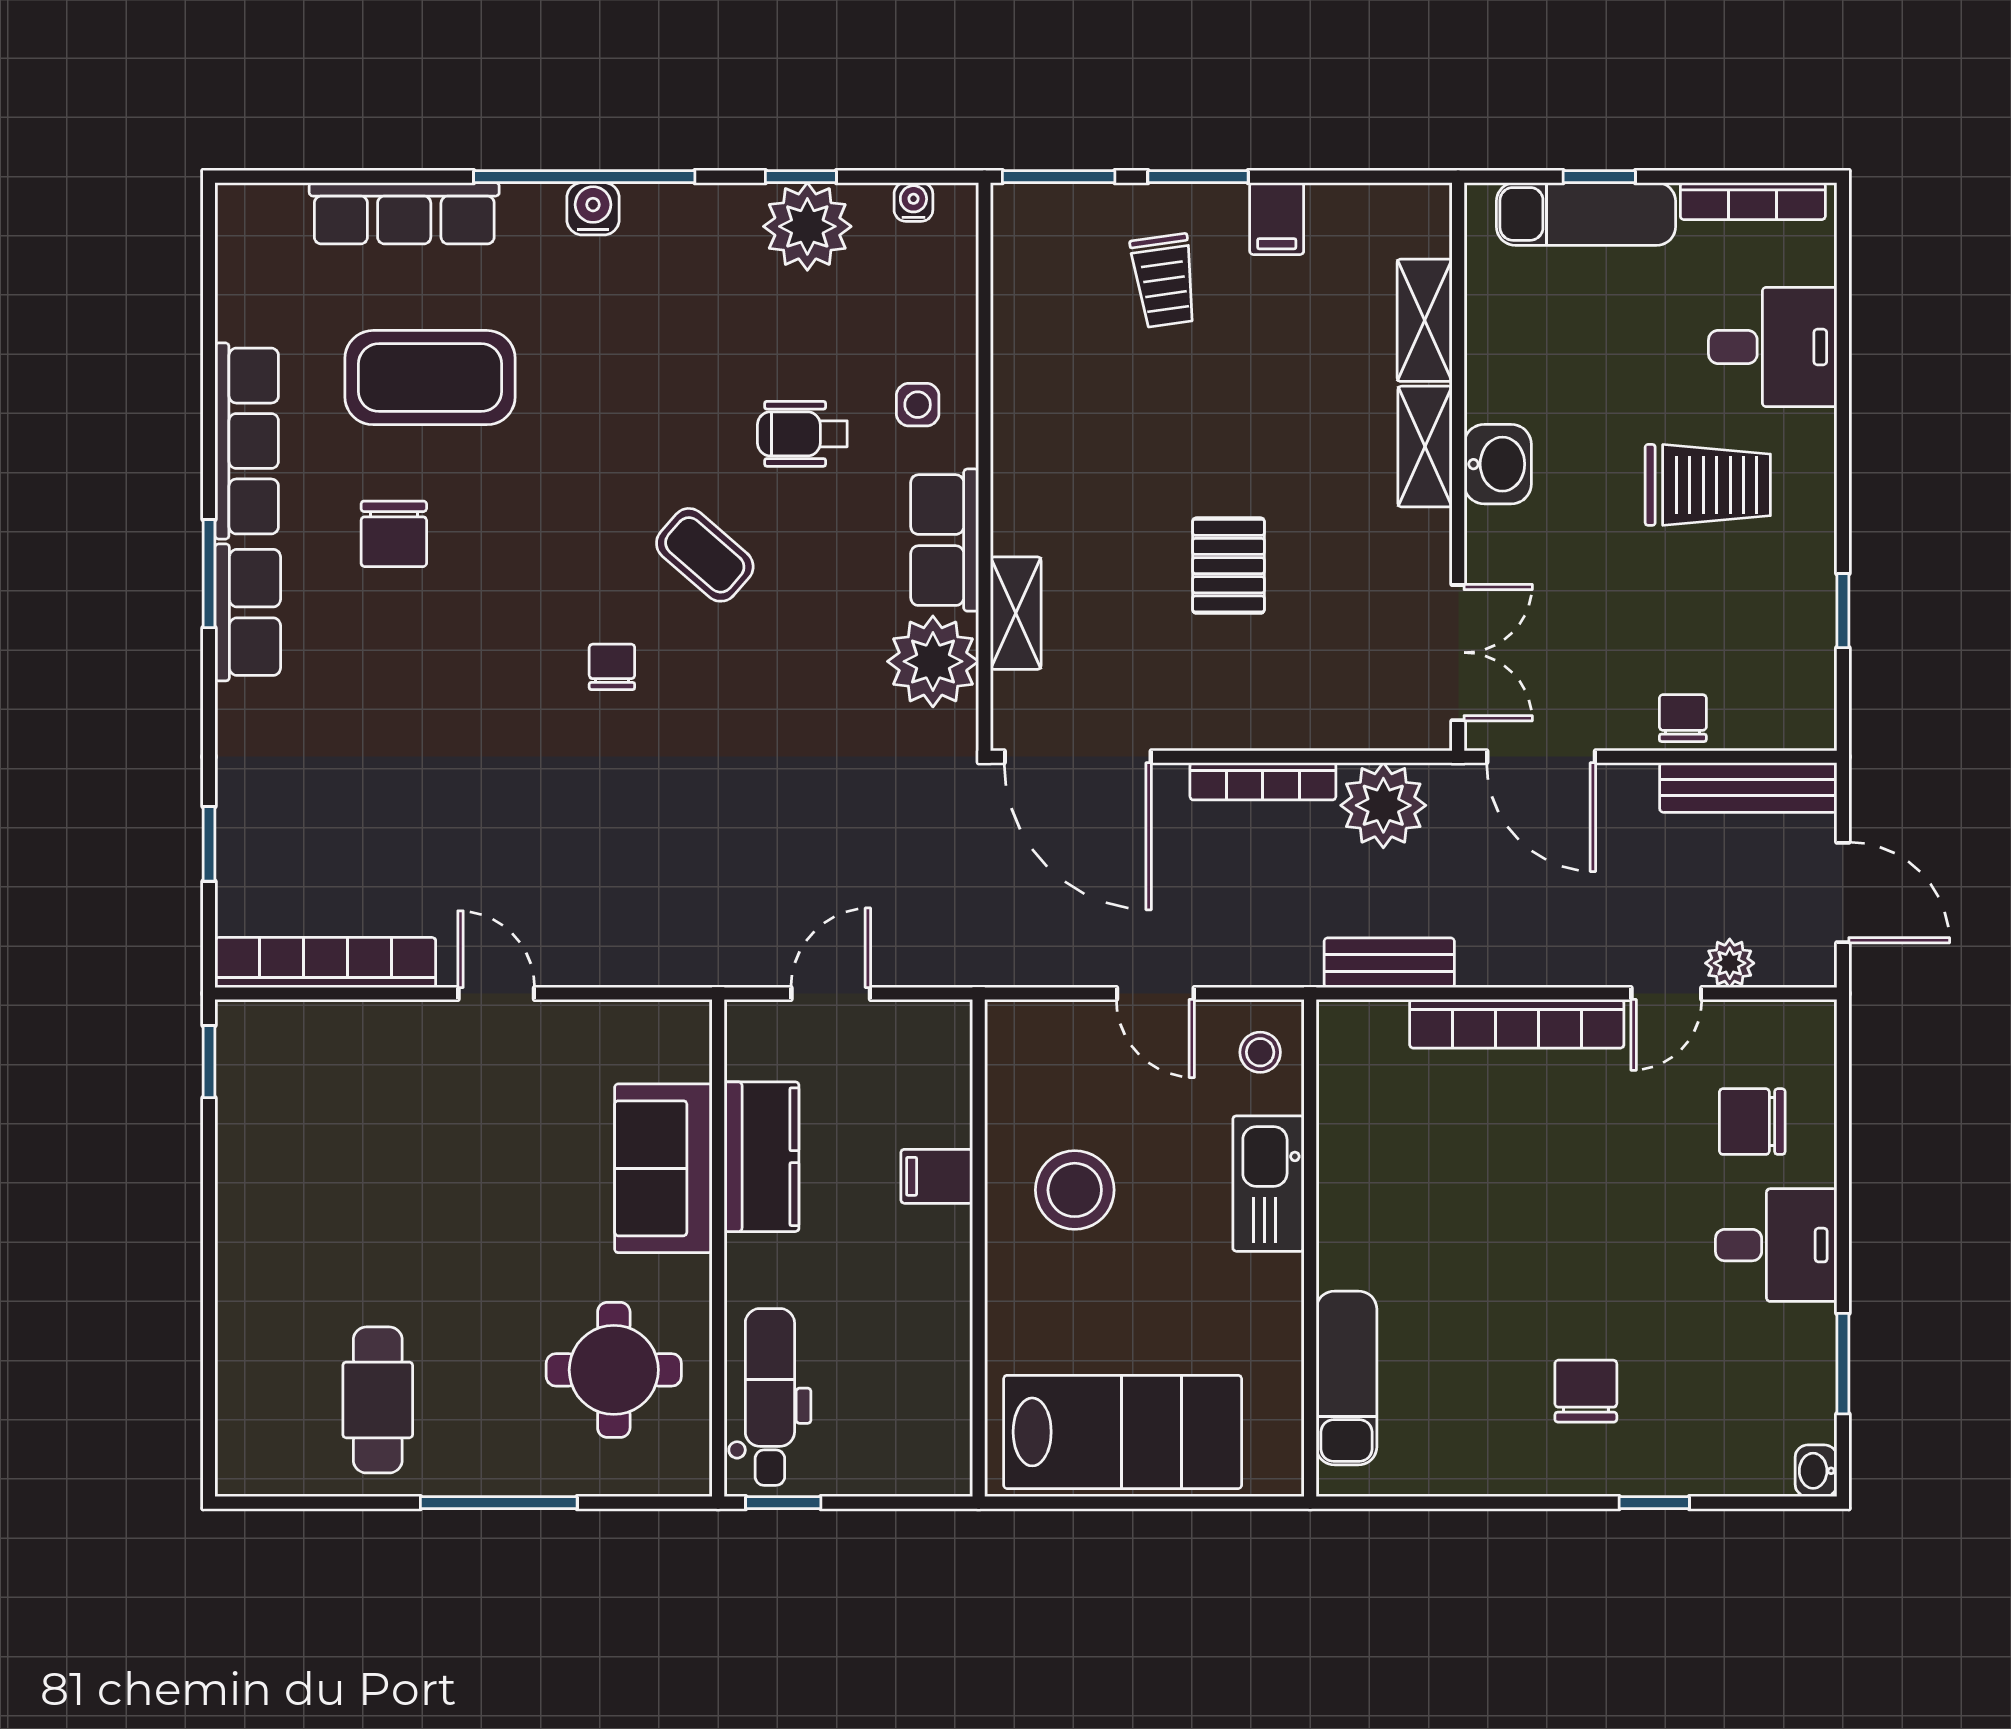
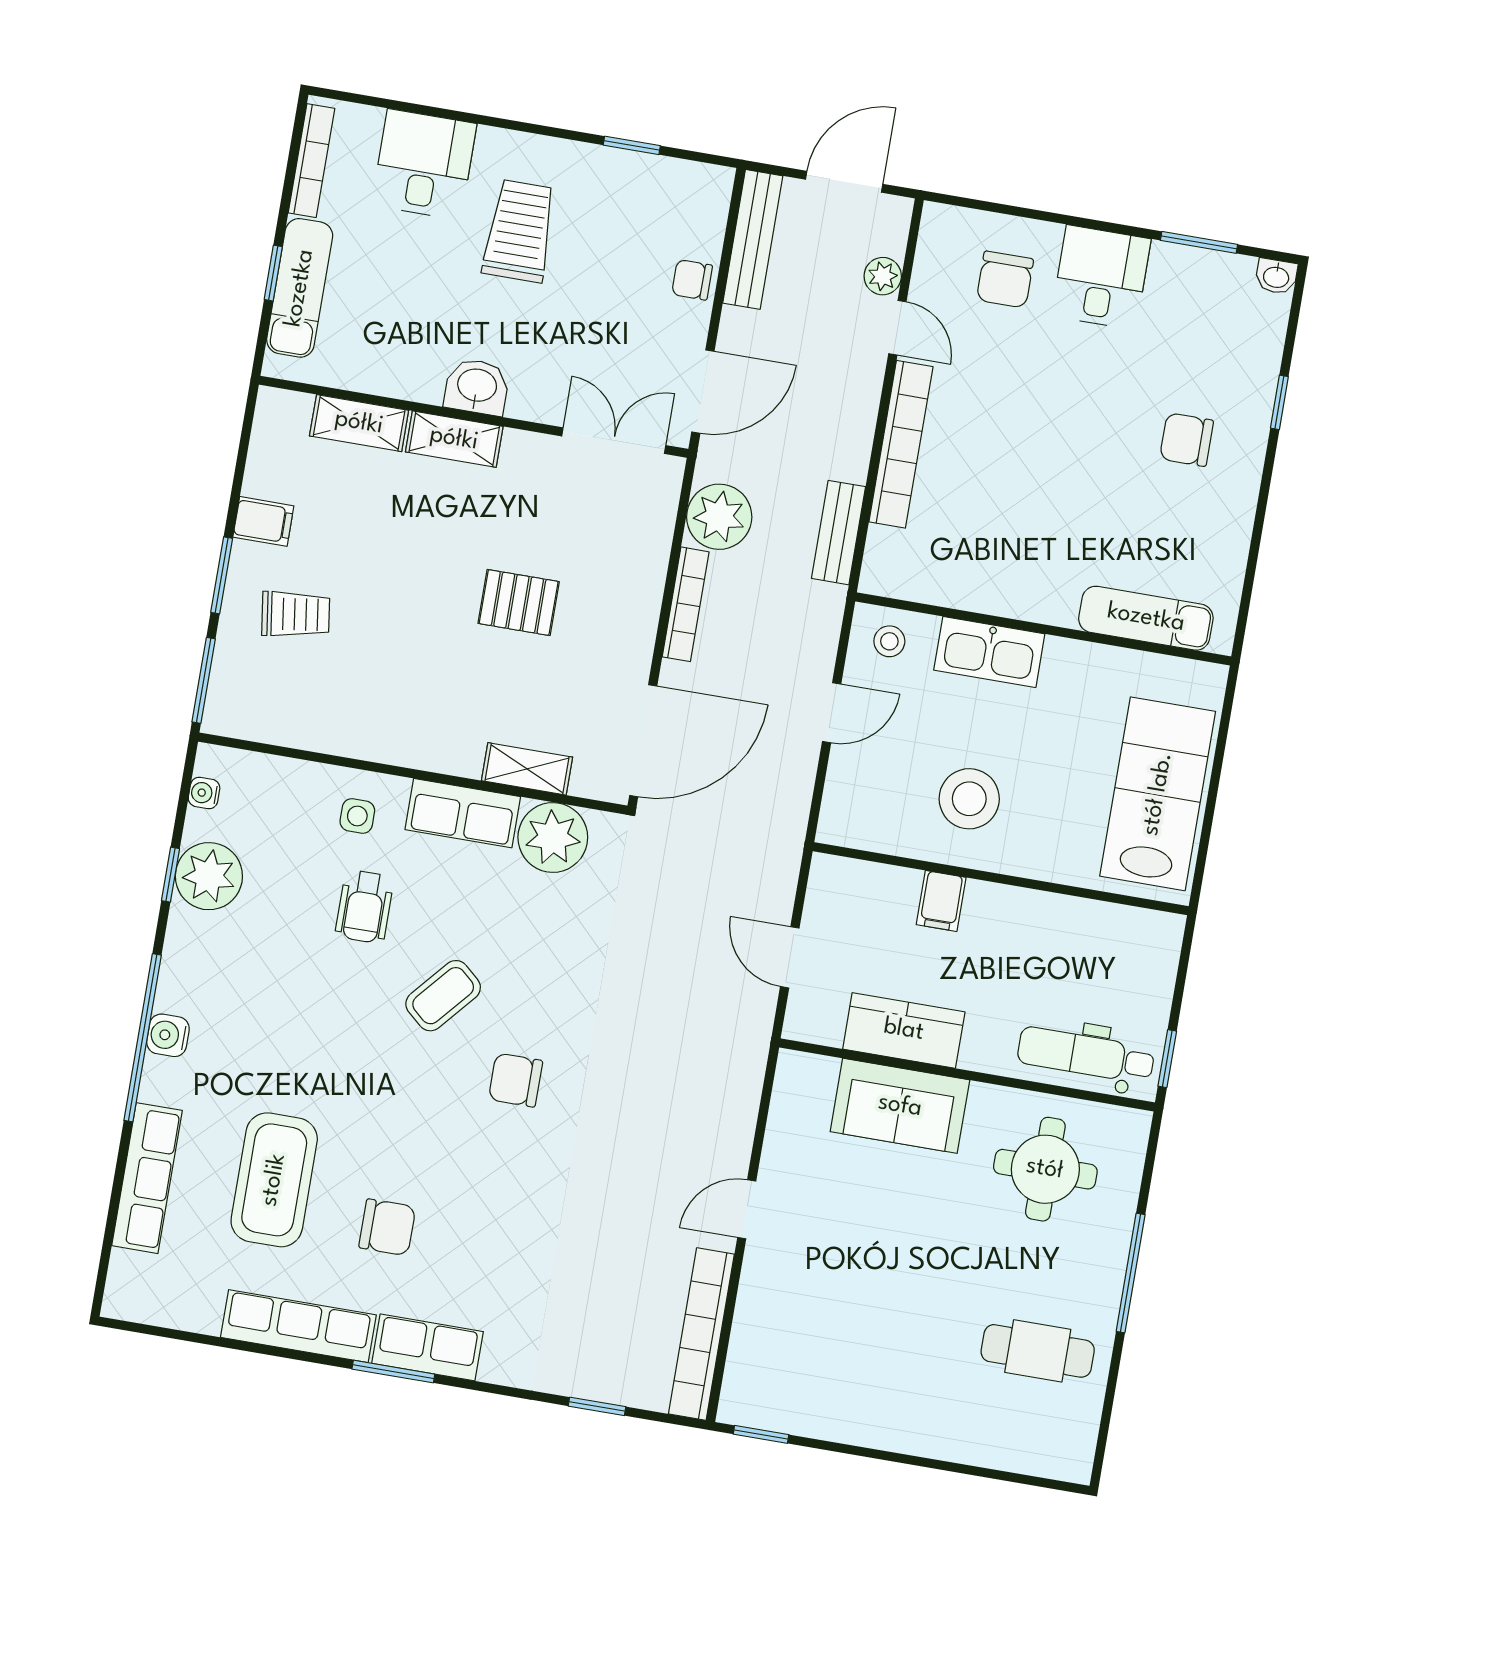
chair: (612, 667) -> (516, 1080), width x1.37, depth x1.37

